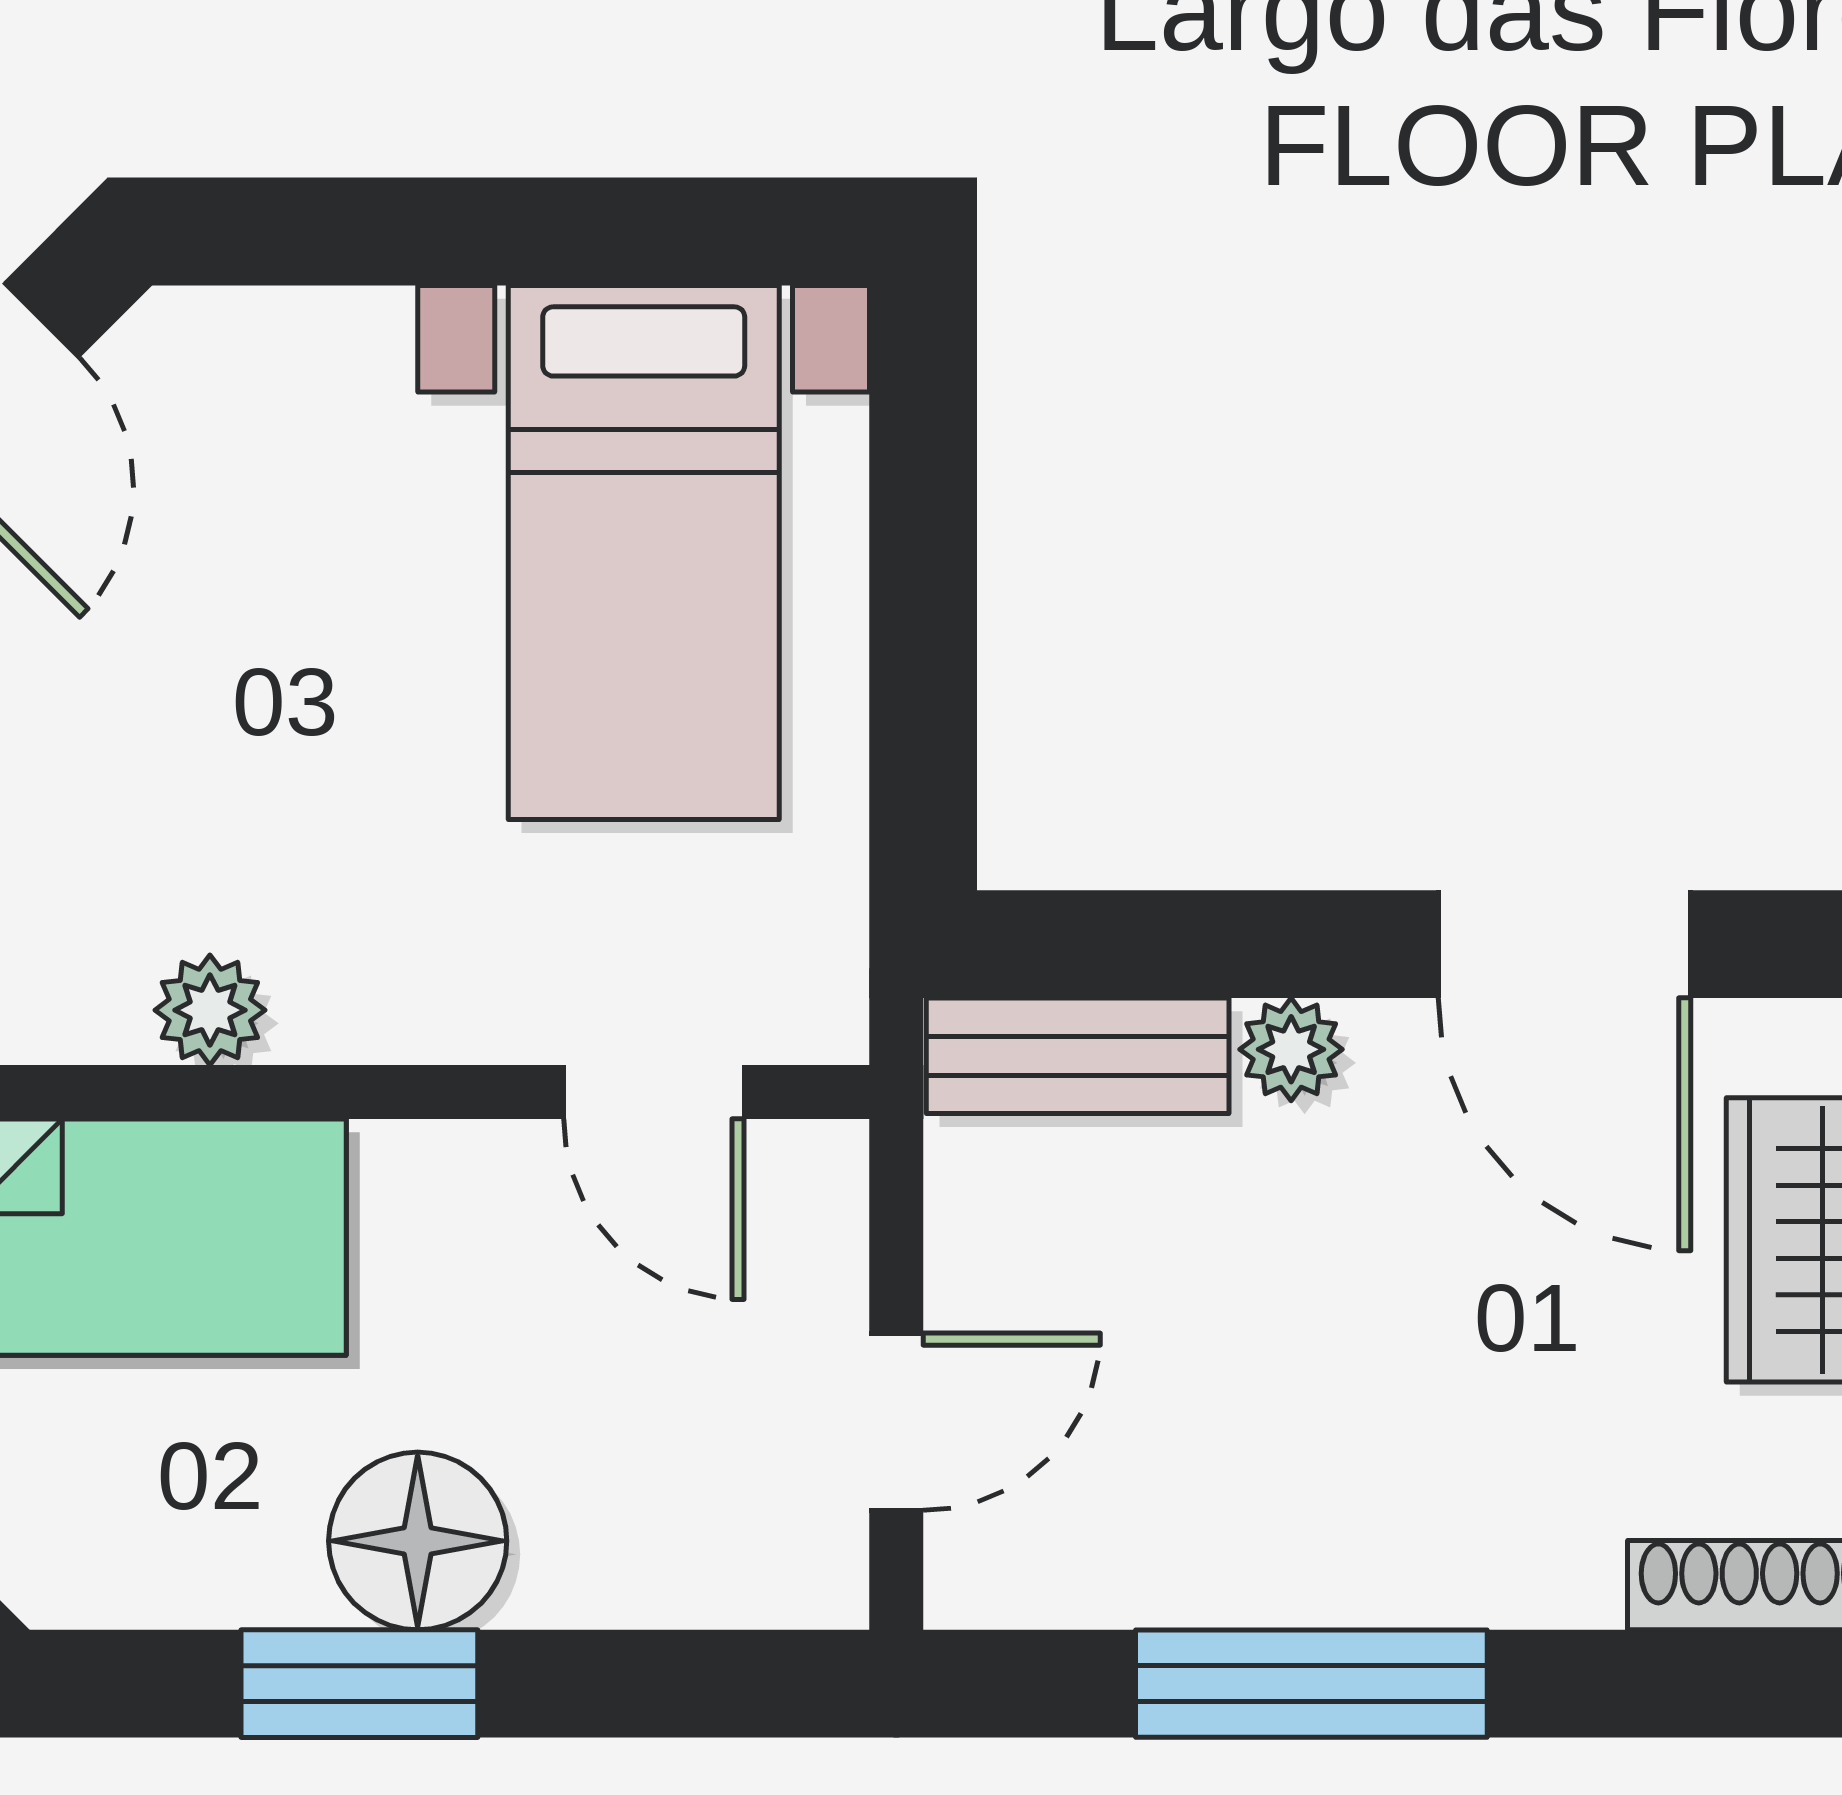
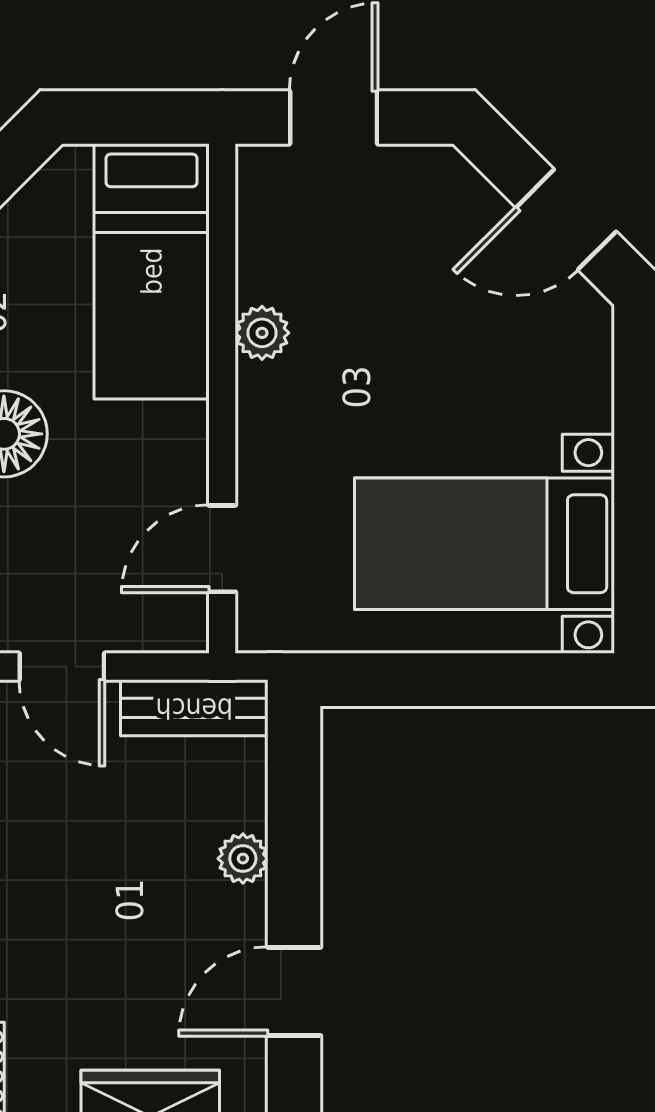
door: (1564, 944) -> (294, 991), width x0.73
bench: (1078, 1056) -> (194, 708), moved, turned 90

